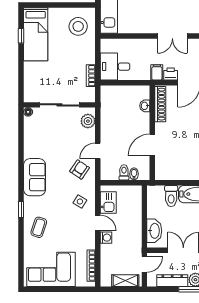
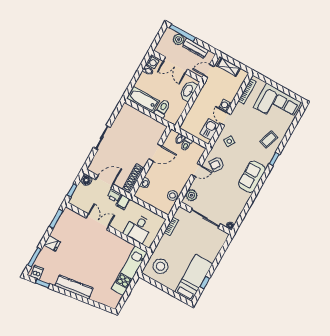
desk: (115, 67) -> (138, 228), moved, turned 90
stool: (108, 109) -> (172, 196), added

